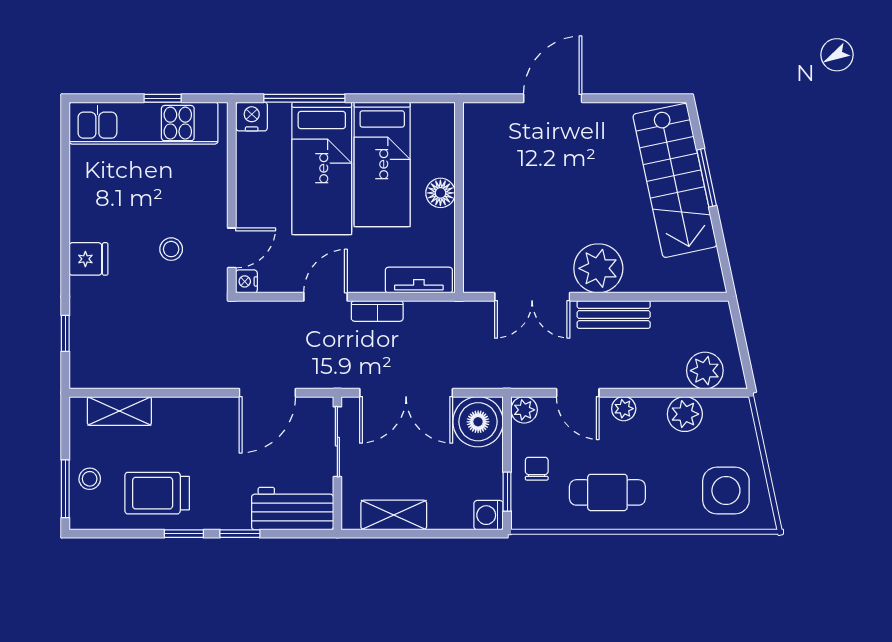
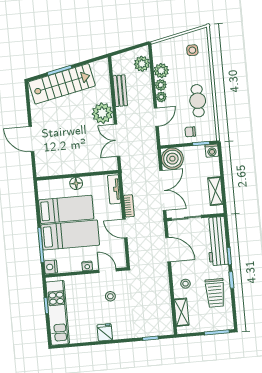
fridge: (89, 259) -> (105, 332), moved
nightstand: (246, 281) -> (87, 266), moved
double door: (532, 297) -> (117, 140), swing flipped
bench: (614, 315) -> (120, 91), moved
plant: (524, 410) -> (161, 85), moved
stool: (90, 479) -> (185, 284), moved
side table: (726, 491) -> (192, 50), width x0.54, depth x0.54
workbench: (293, 509) -> (217, 241), width x1.37

